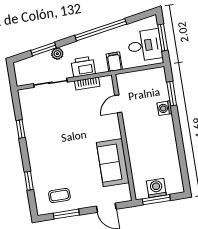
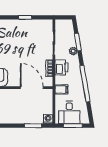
door: (118, 104) -> (32, 88), width x1.87
washing machine: (165, 108) -> (48, 119), moved

